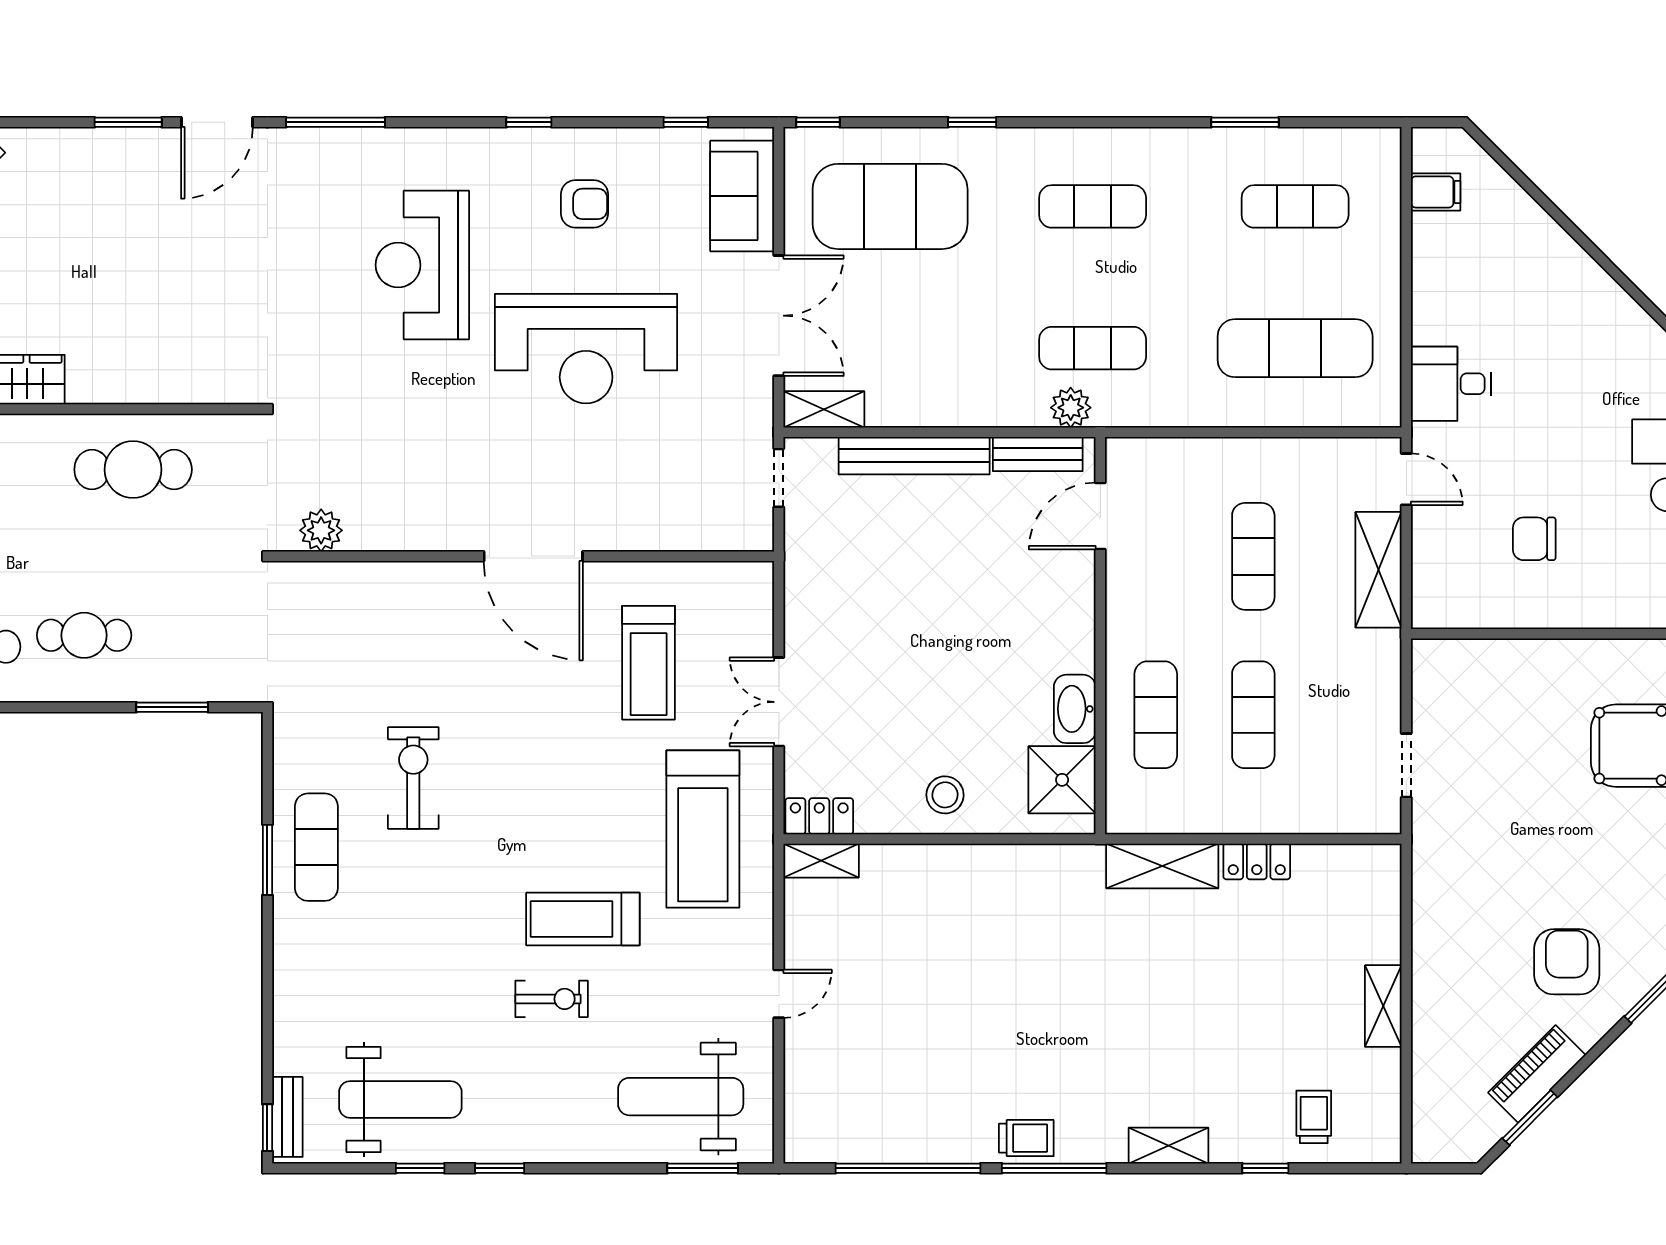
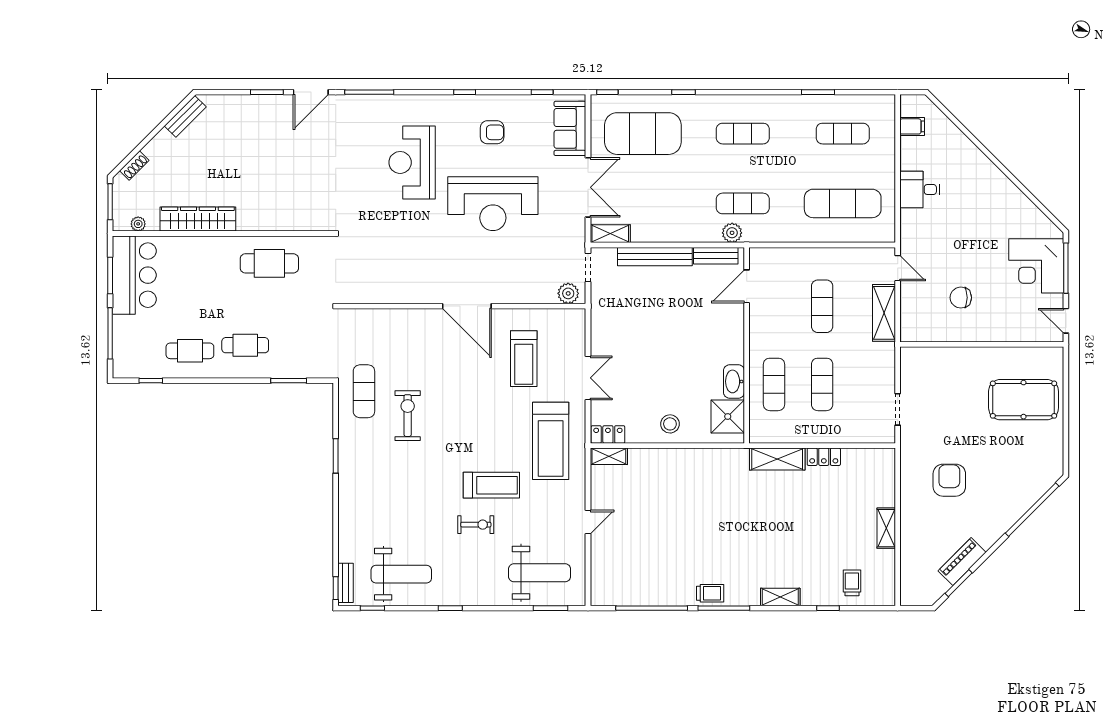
desk: (1451, 384) -> (920, 189), moved
plant: (321, 530) -> (568, 293), moved
double door: (779, 702) -> (588, 378), swing flipped
exercise mat: (316, 847) -> (364, 391), moved
treadmill: (583, 919) -> (491, 485), turned 180
armchair: (1567, 962) -> (949, 480), moved
weight bench: (681, 1097) -> (540, 573), turned 180
window: (420, 1168) -> (372, 608), moved

